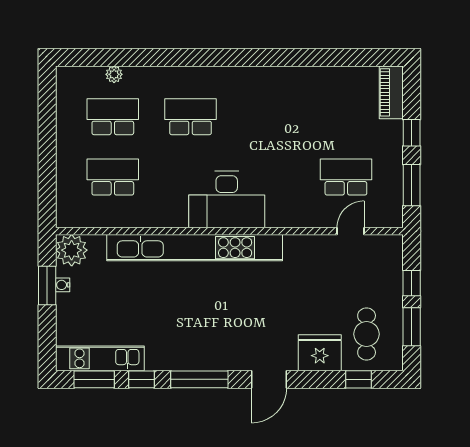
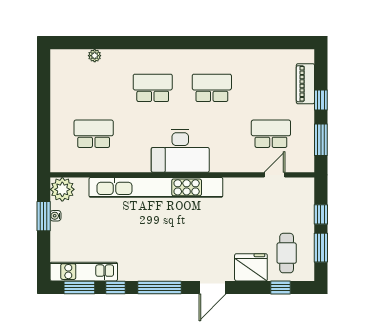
piano: (391, 92) -> (305, 84), moved
school desk: (113, 117) -> (212, 88), moved

